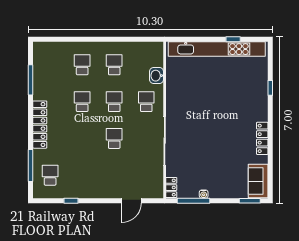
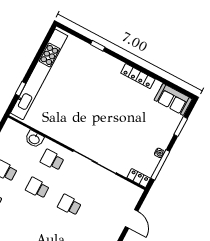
window: (233, 39) -> (21, 89), moved
school desk: (82, 102) -> (23, 216), removed
window: (250, 201) -> (181, 126), moved

